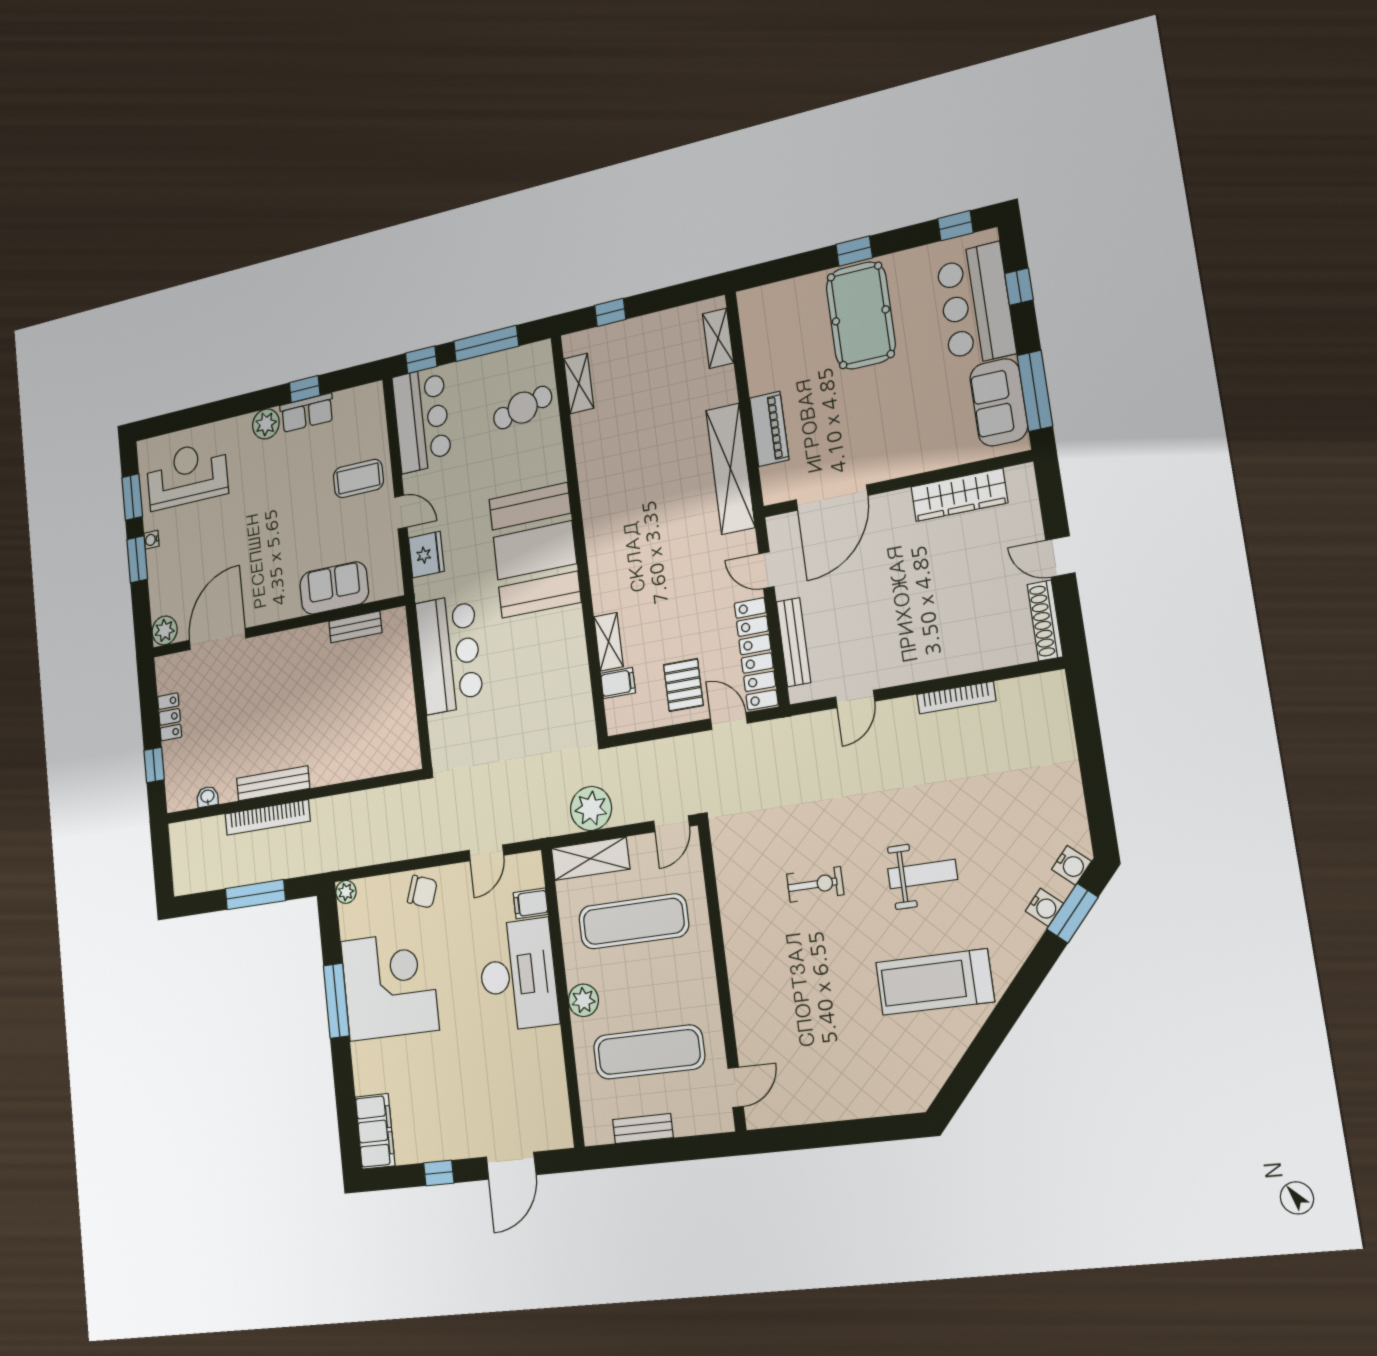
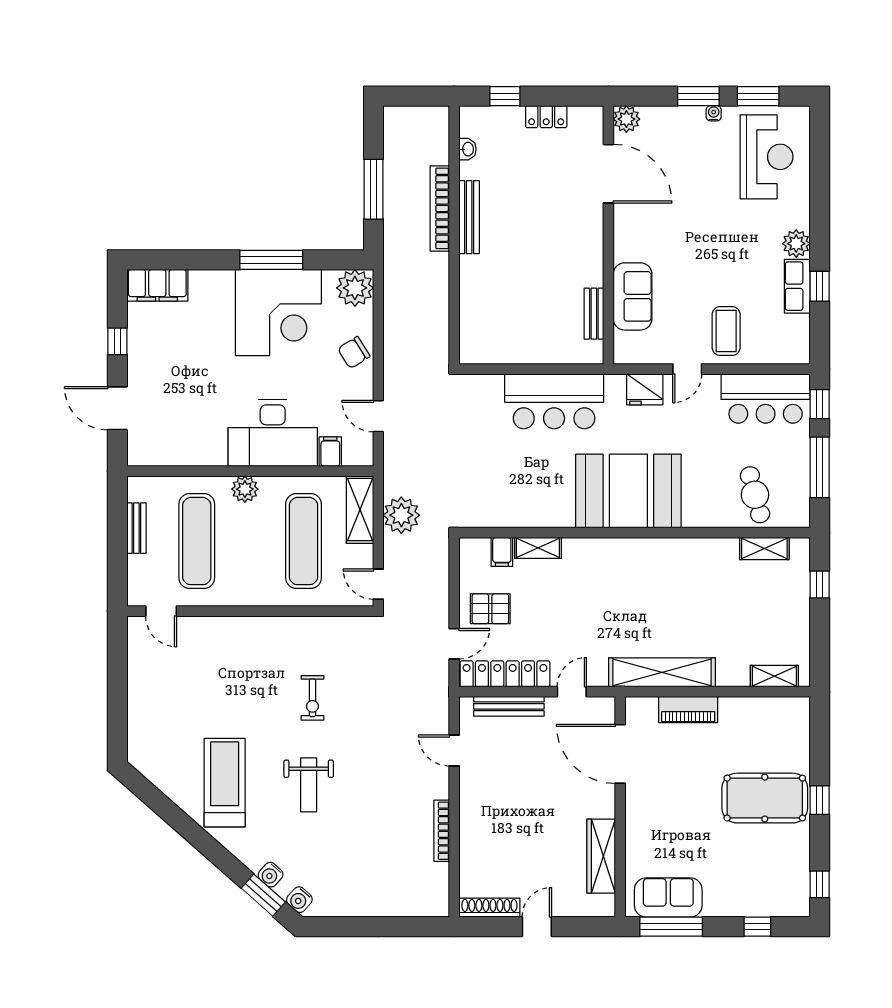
bar counter: (976, 305) -> (751, 891), removed
plant: (346, 892) -> (355, 288), width x1.87, depth x1.87
chair: (422, 892) -> (354, 352), turned 38

